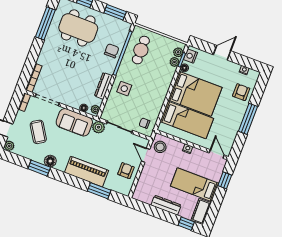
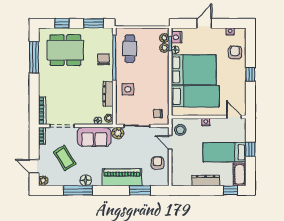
window: (248, 119) -> (250, 74), width x0.46
window: (39, 168) -> (78, 190), width x1.44
window: (225, 180) -> (250, 149), moved

